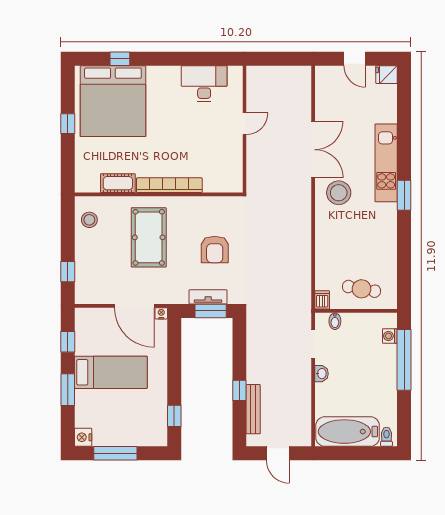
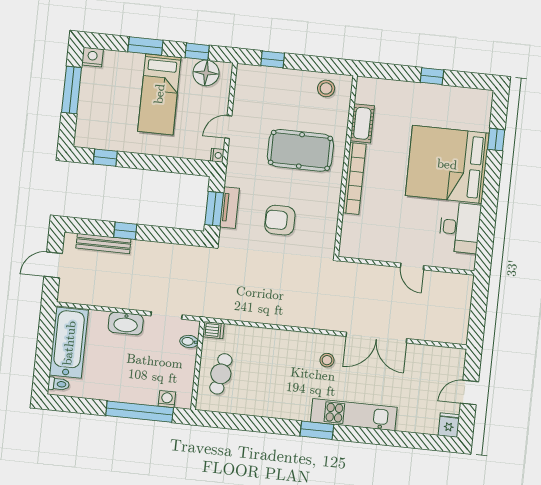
bed: (113, 101) -> (447, 164), moved
stool: (339, 193) -> (327, 360), width x0.53, depth x0.53
door: (134, 306) -> (228, 127), width x0.53
floor lamp: (87, 332) -> (206, 73), added
washbasin: (321, 374) -> (126, 323), width x1.91, depth x1.45

